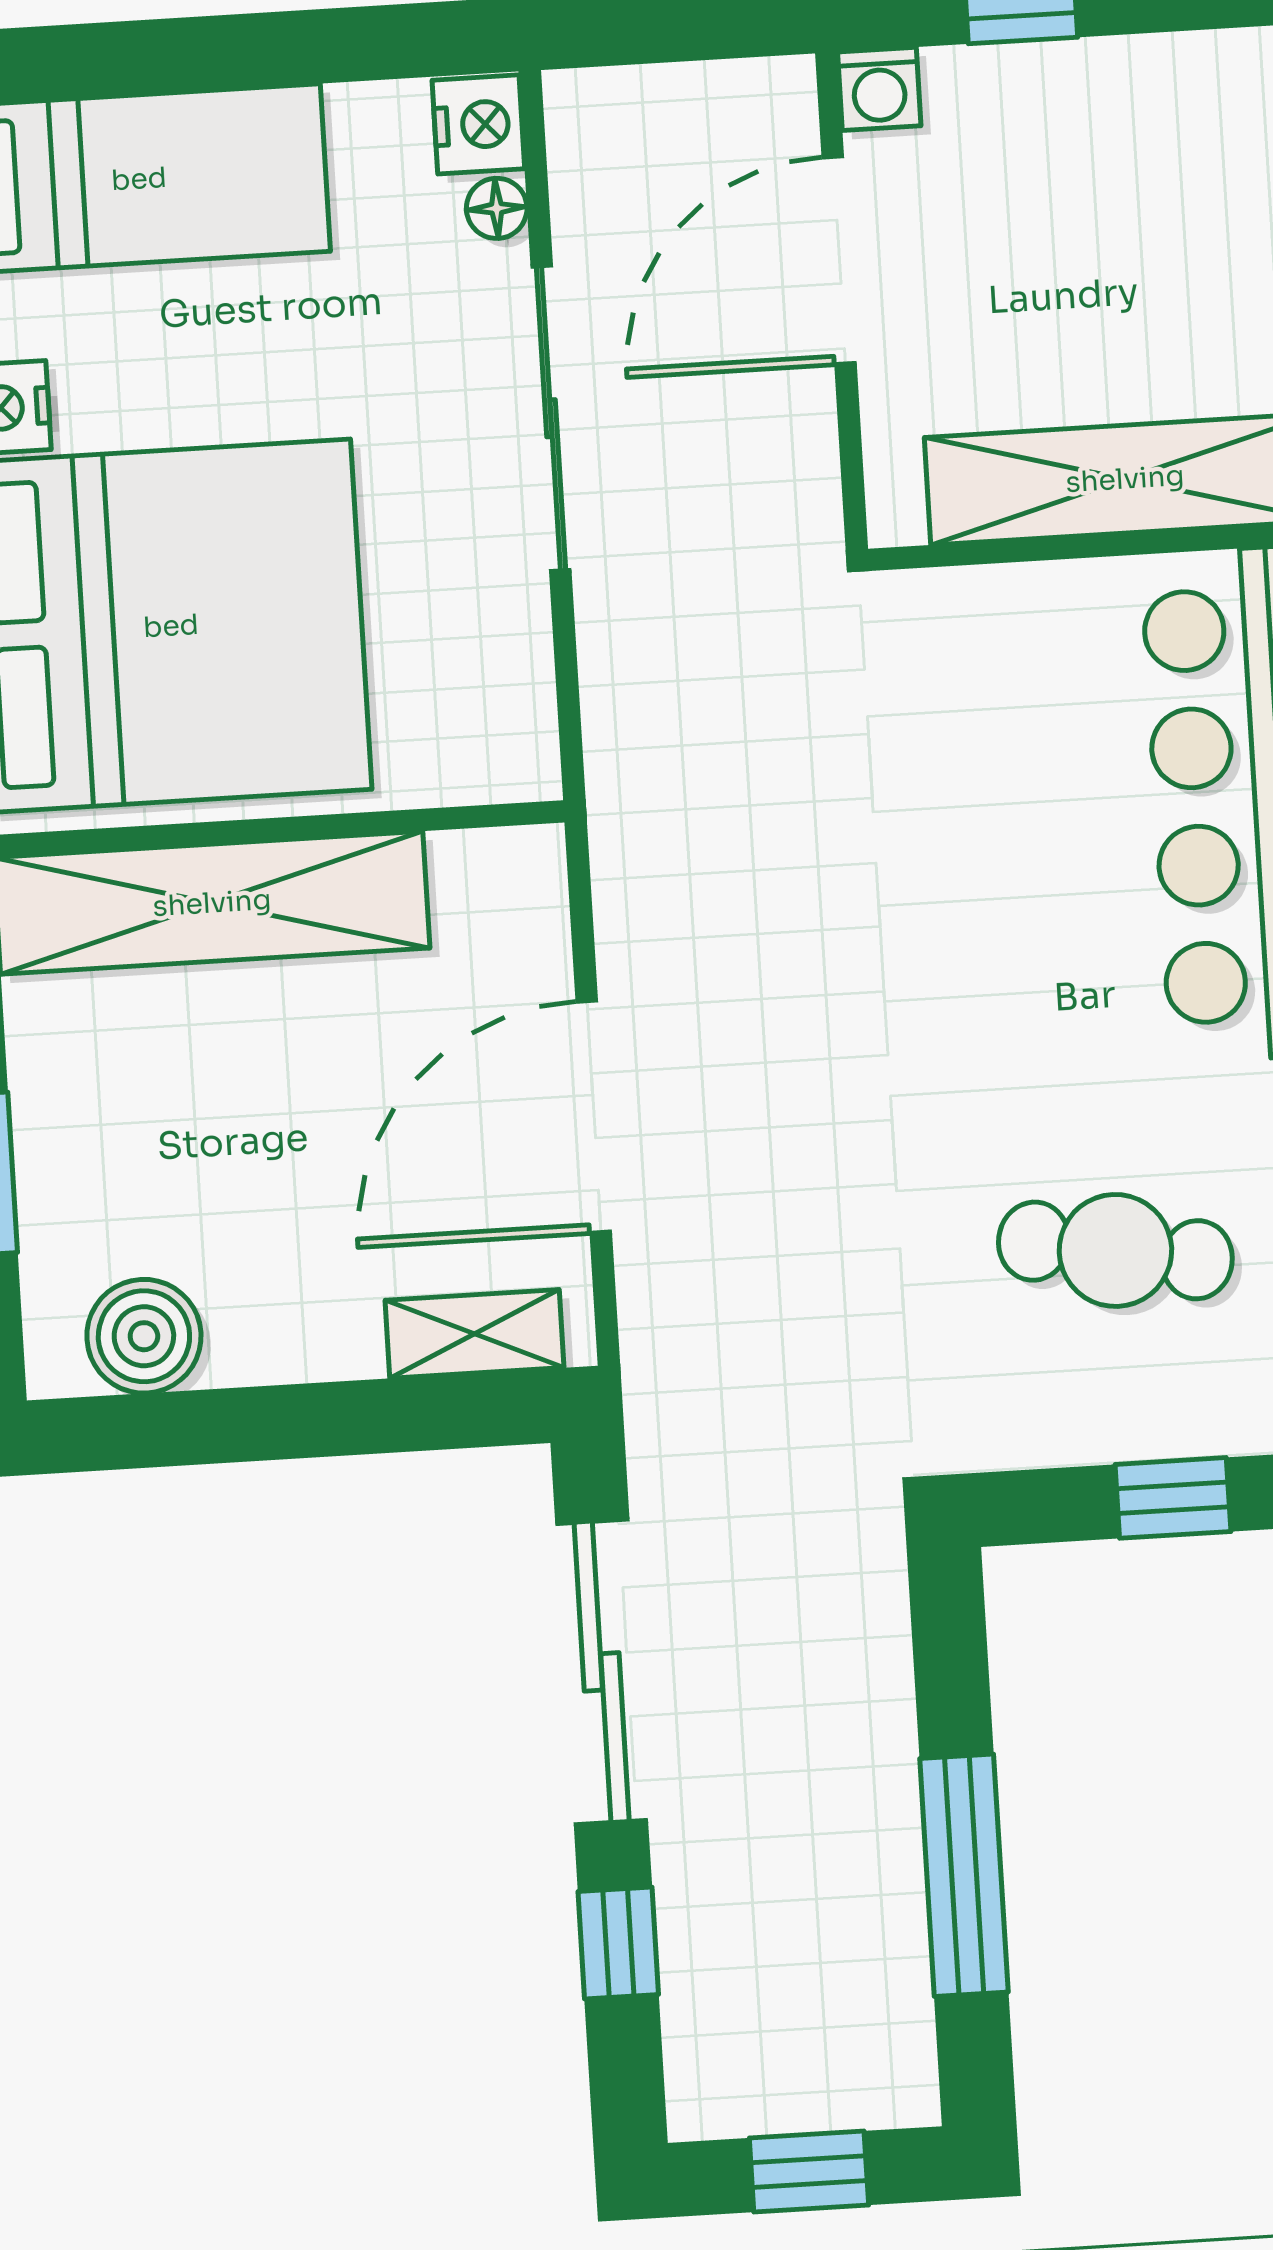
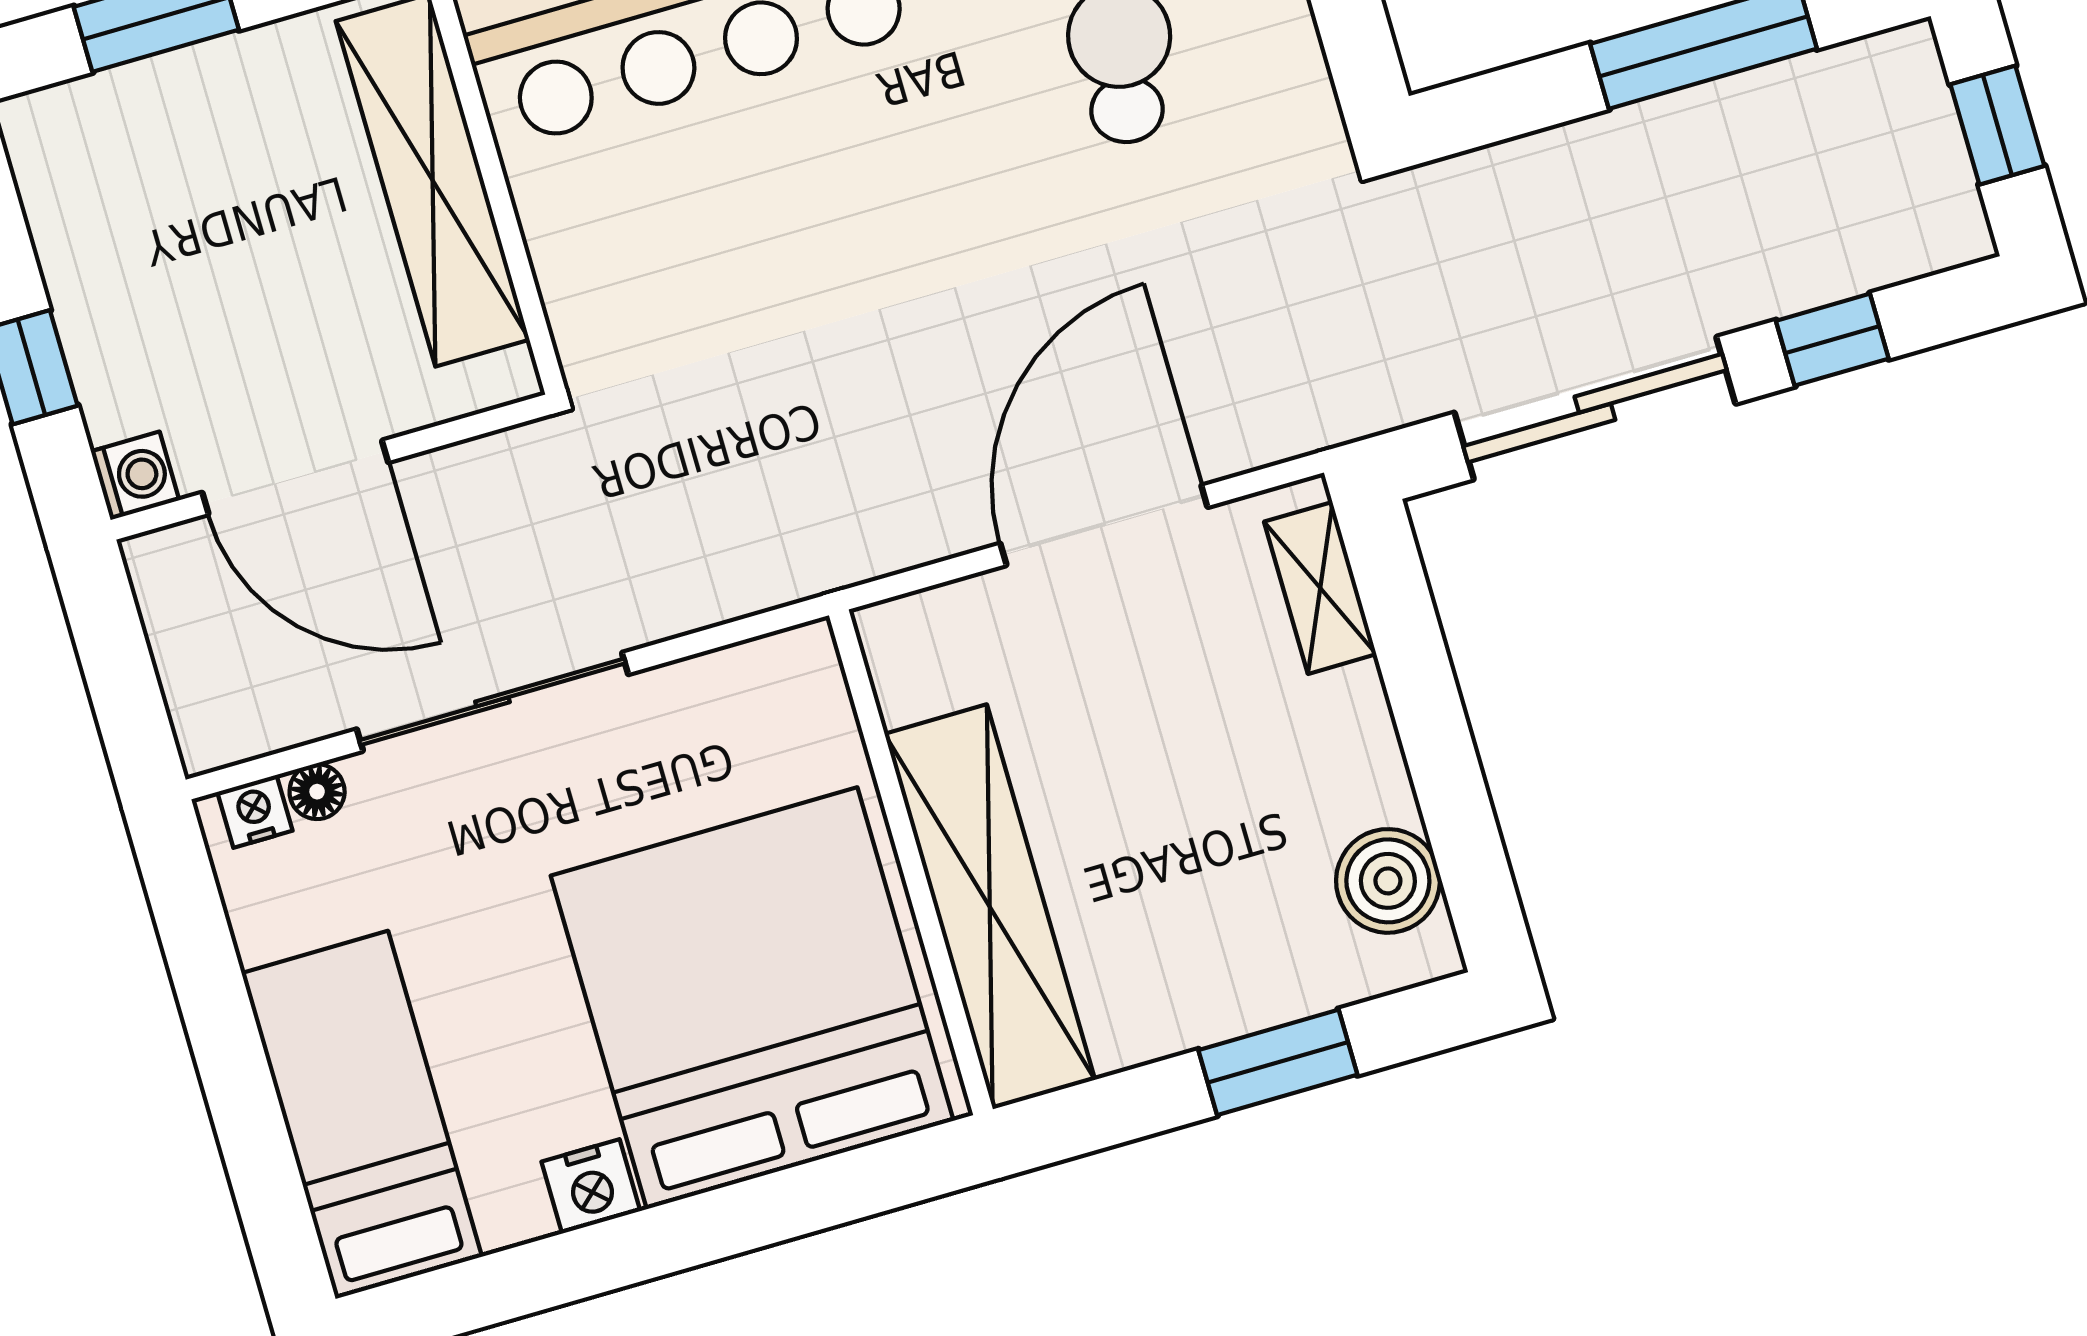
nightstand: (478, 124) -> (255, 811), width x0.72, depth x0.74
door: (594, 1117) -> (1104, 525), swing flipped

